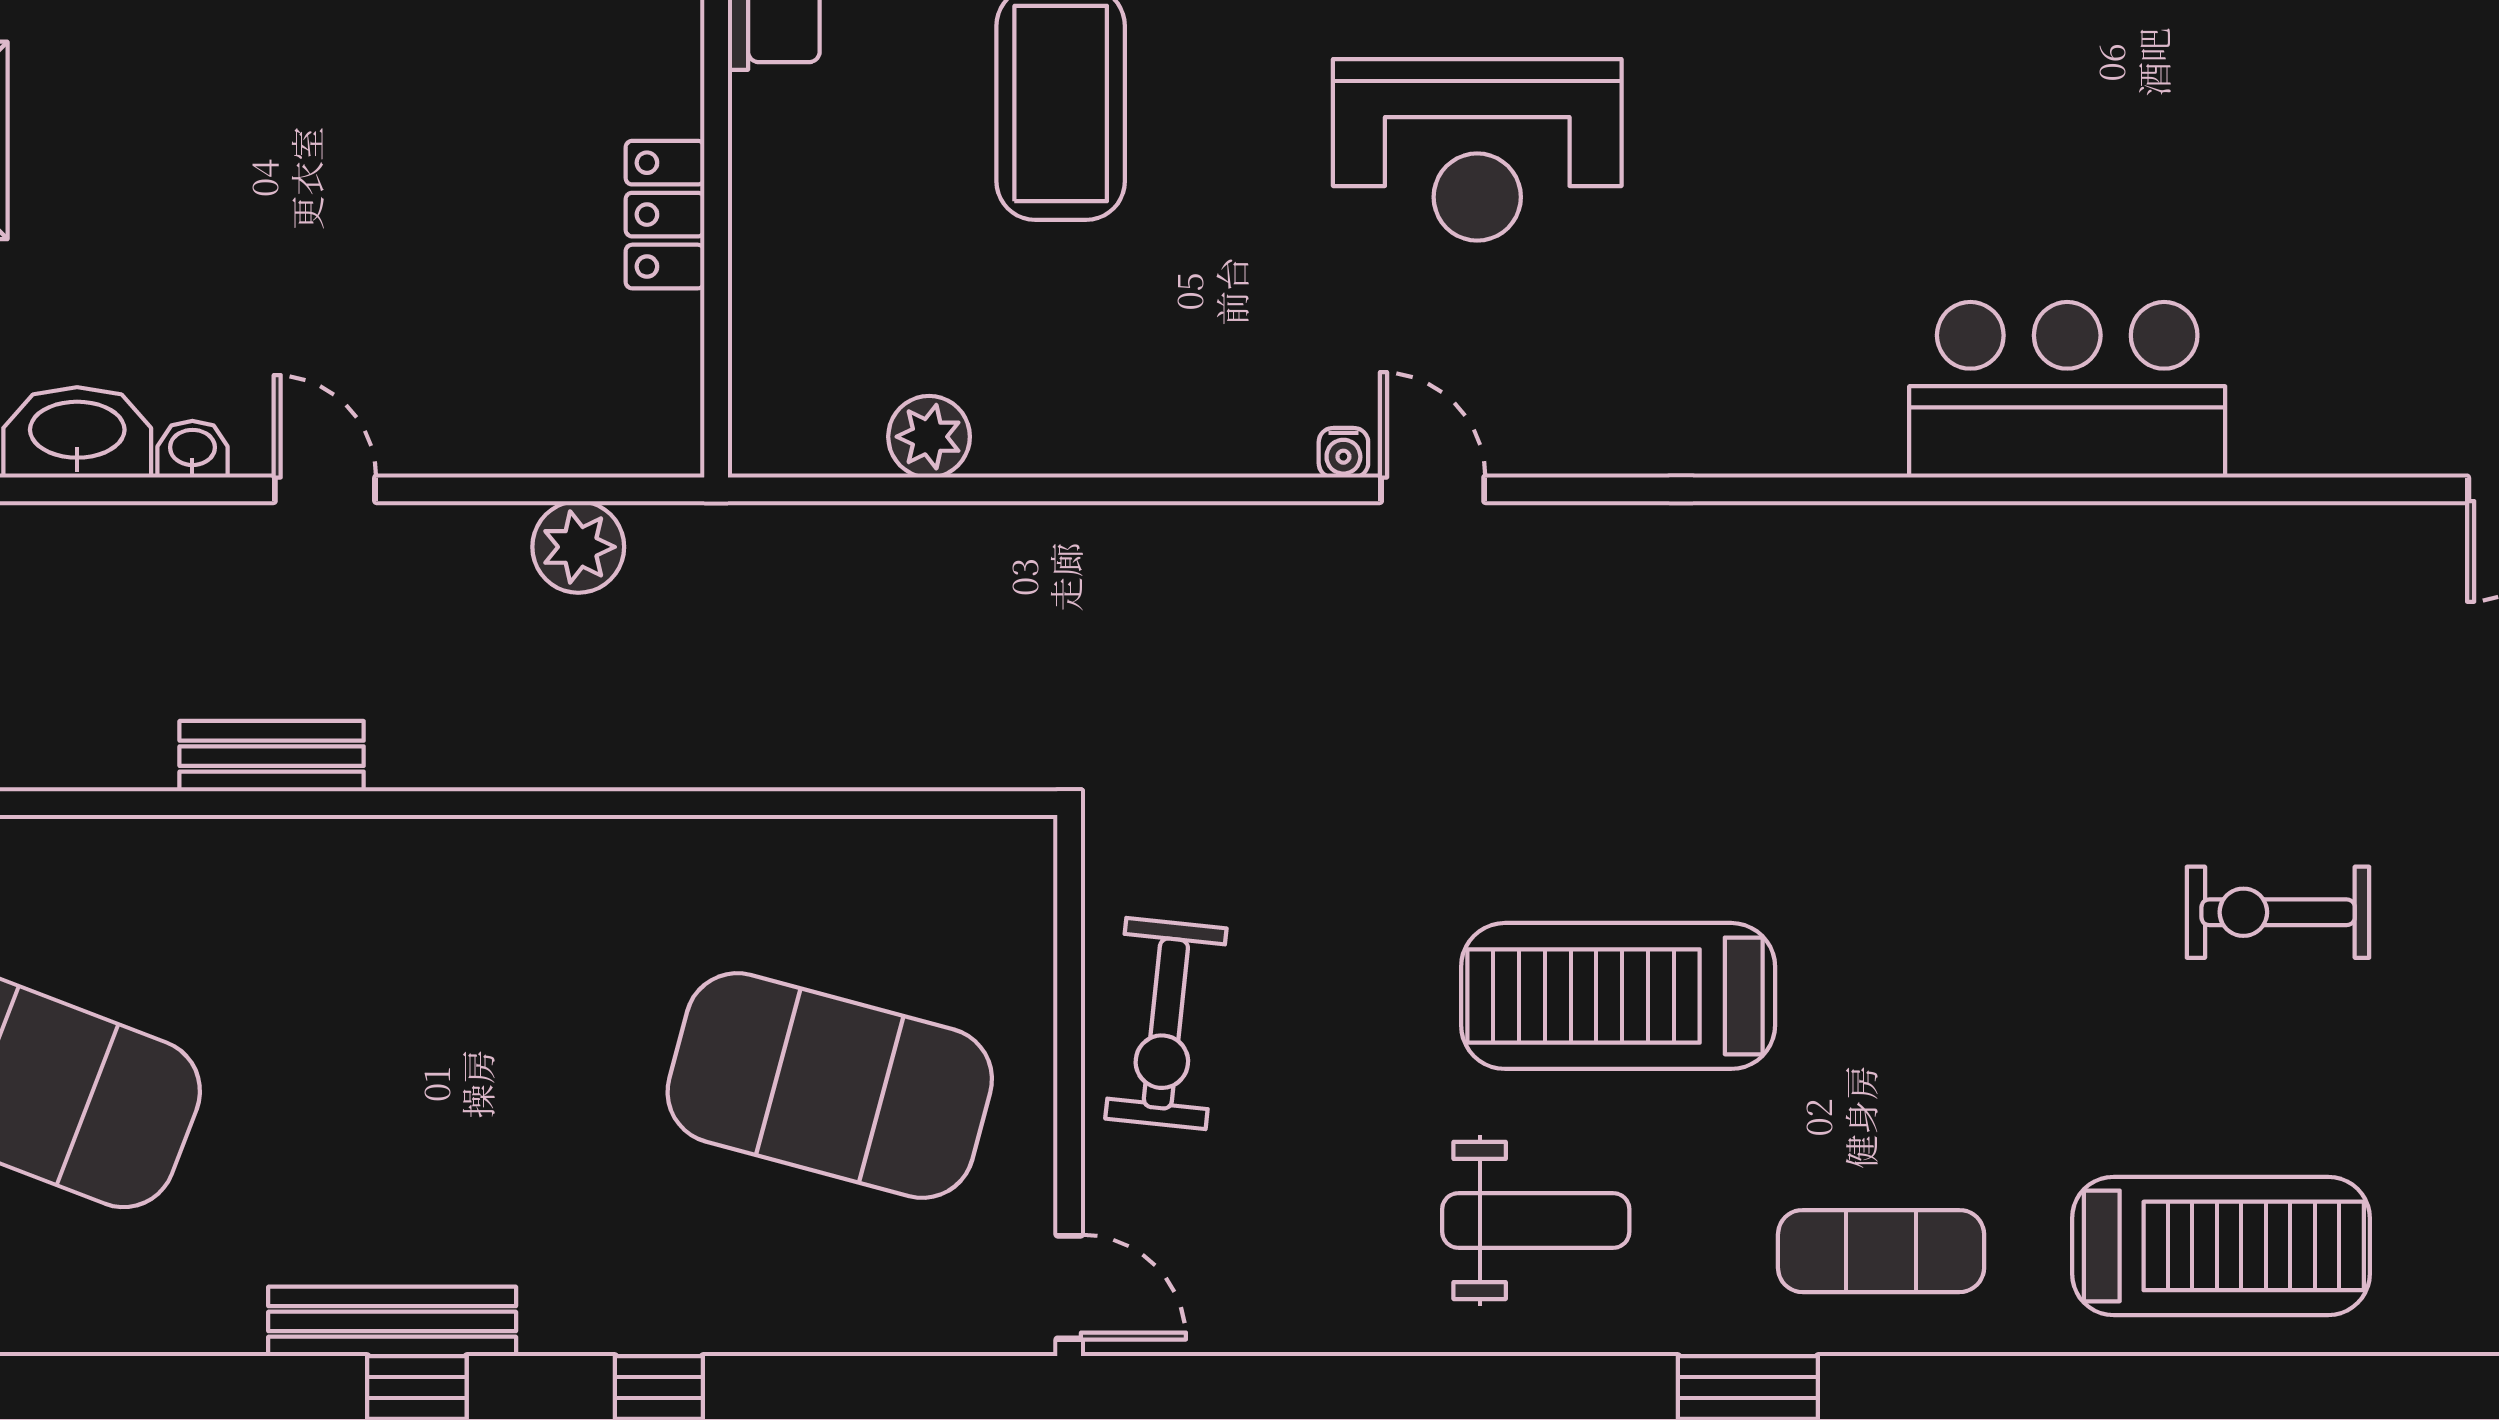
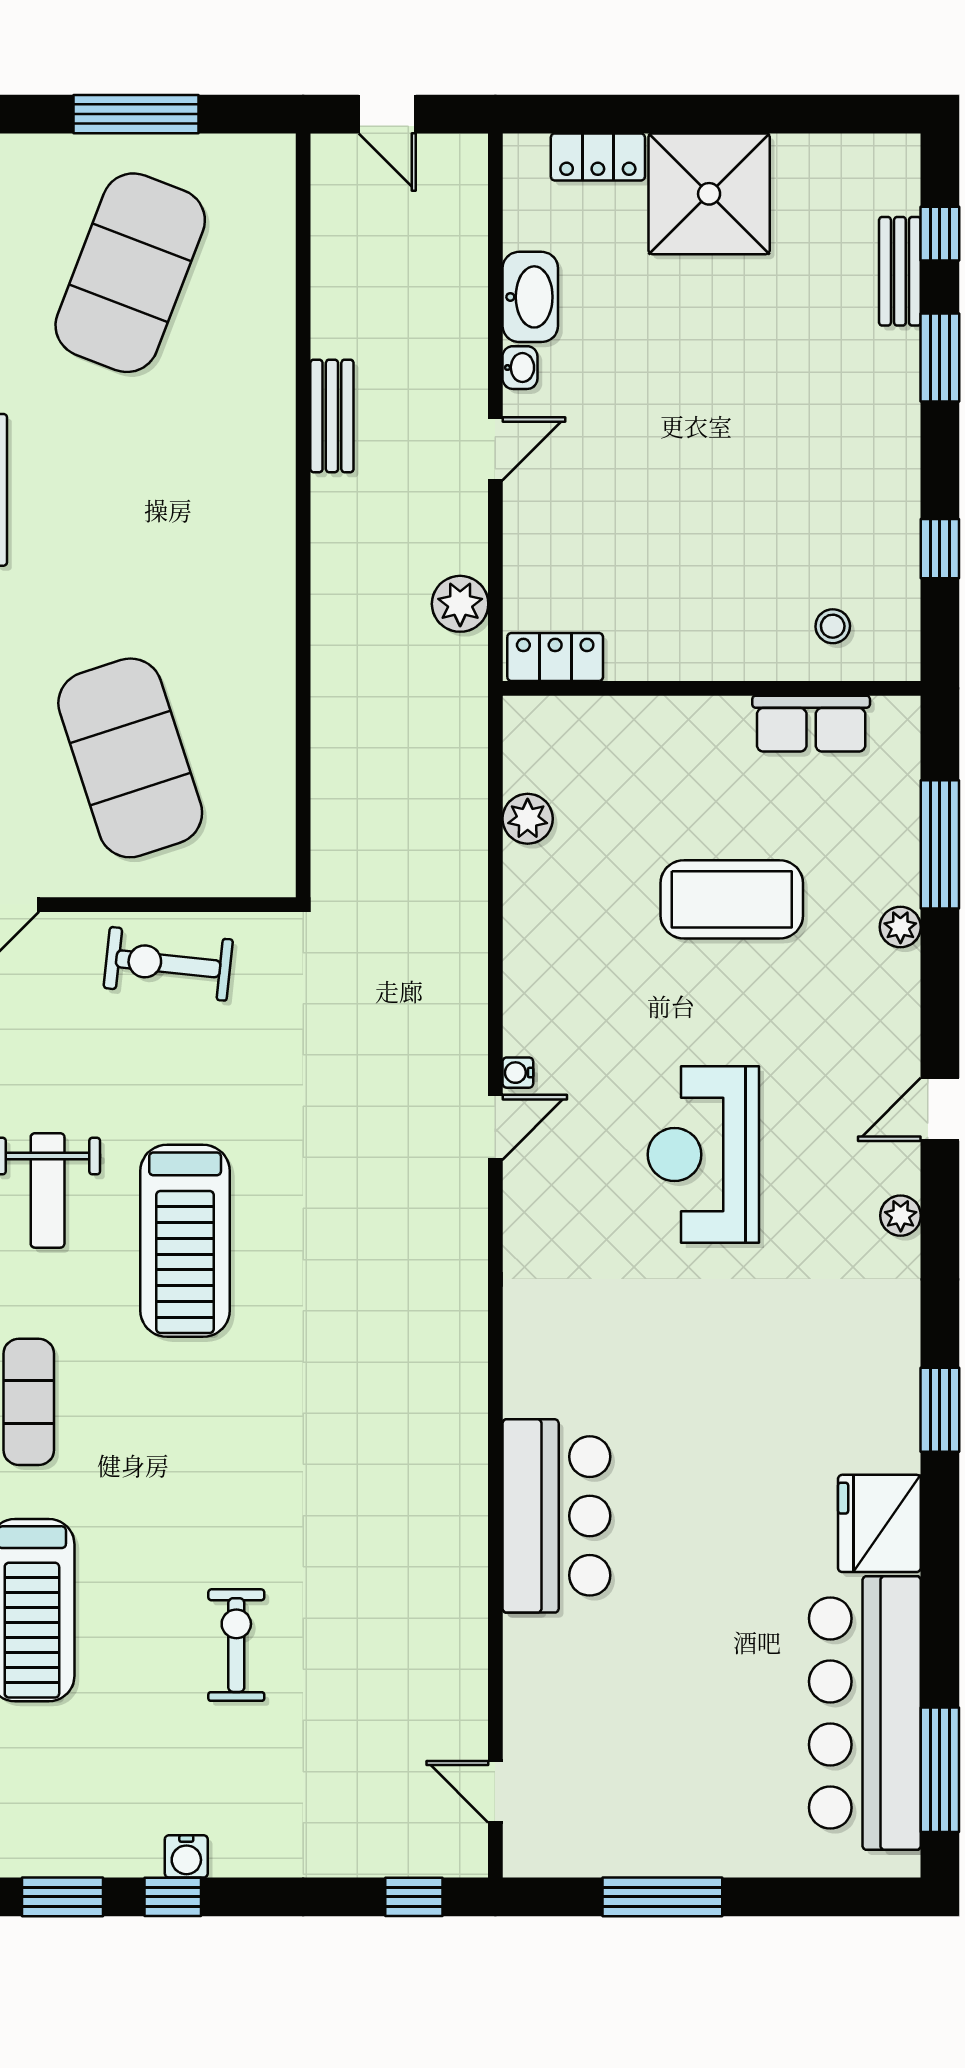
locker: (665, 215) -> (555, 657), moved
treadmill: (1618, 996) -> (185, 1241), turned 180
exercise mat: (830, 1085) -> (130, 758), turned -33

